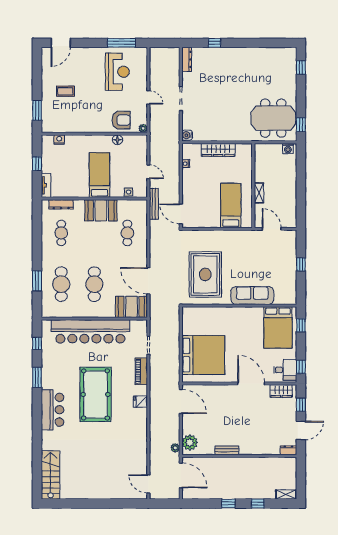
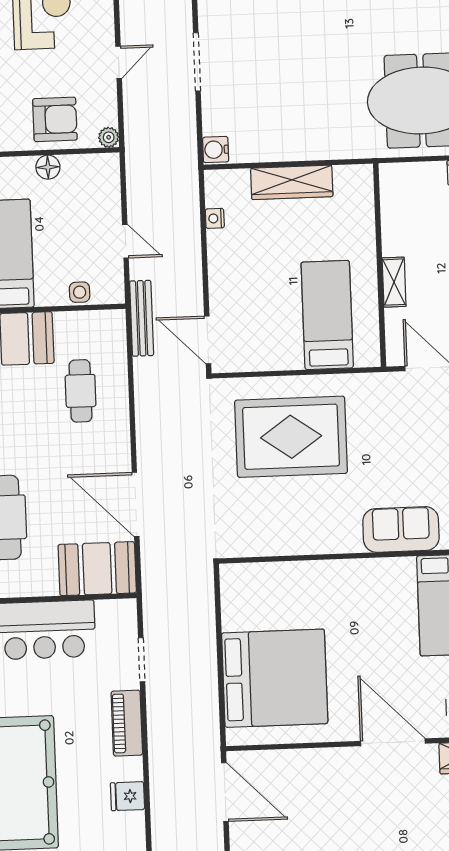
door: (148, 97) -> (119, 62), hinge flipped
rug: (205, 274) -> (291, 437), moved, turned 90
sofa: (252, 295) -> (401, 529), width x0.73

